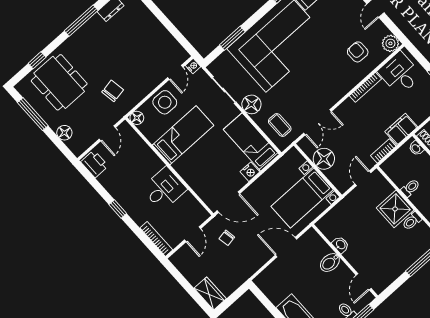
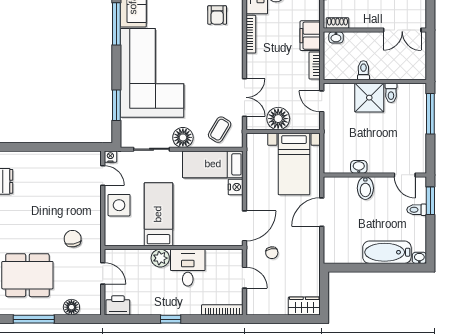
armchair: (358, 52) -> (217, 15), turned -90
floor lamp: (137, 118) -> (112, 239), removed
coffee table: (280, 125) -> (220, 130), turned -59
plant: (154, 164) -> (160, 258), added

